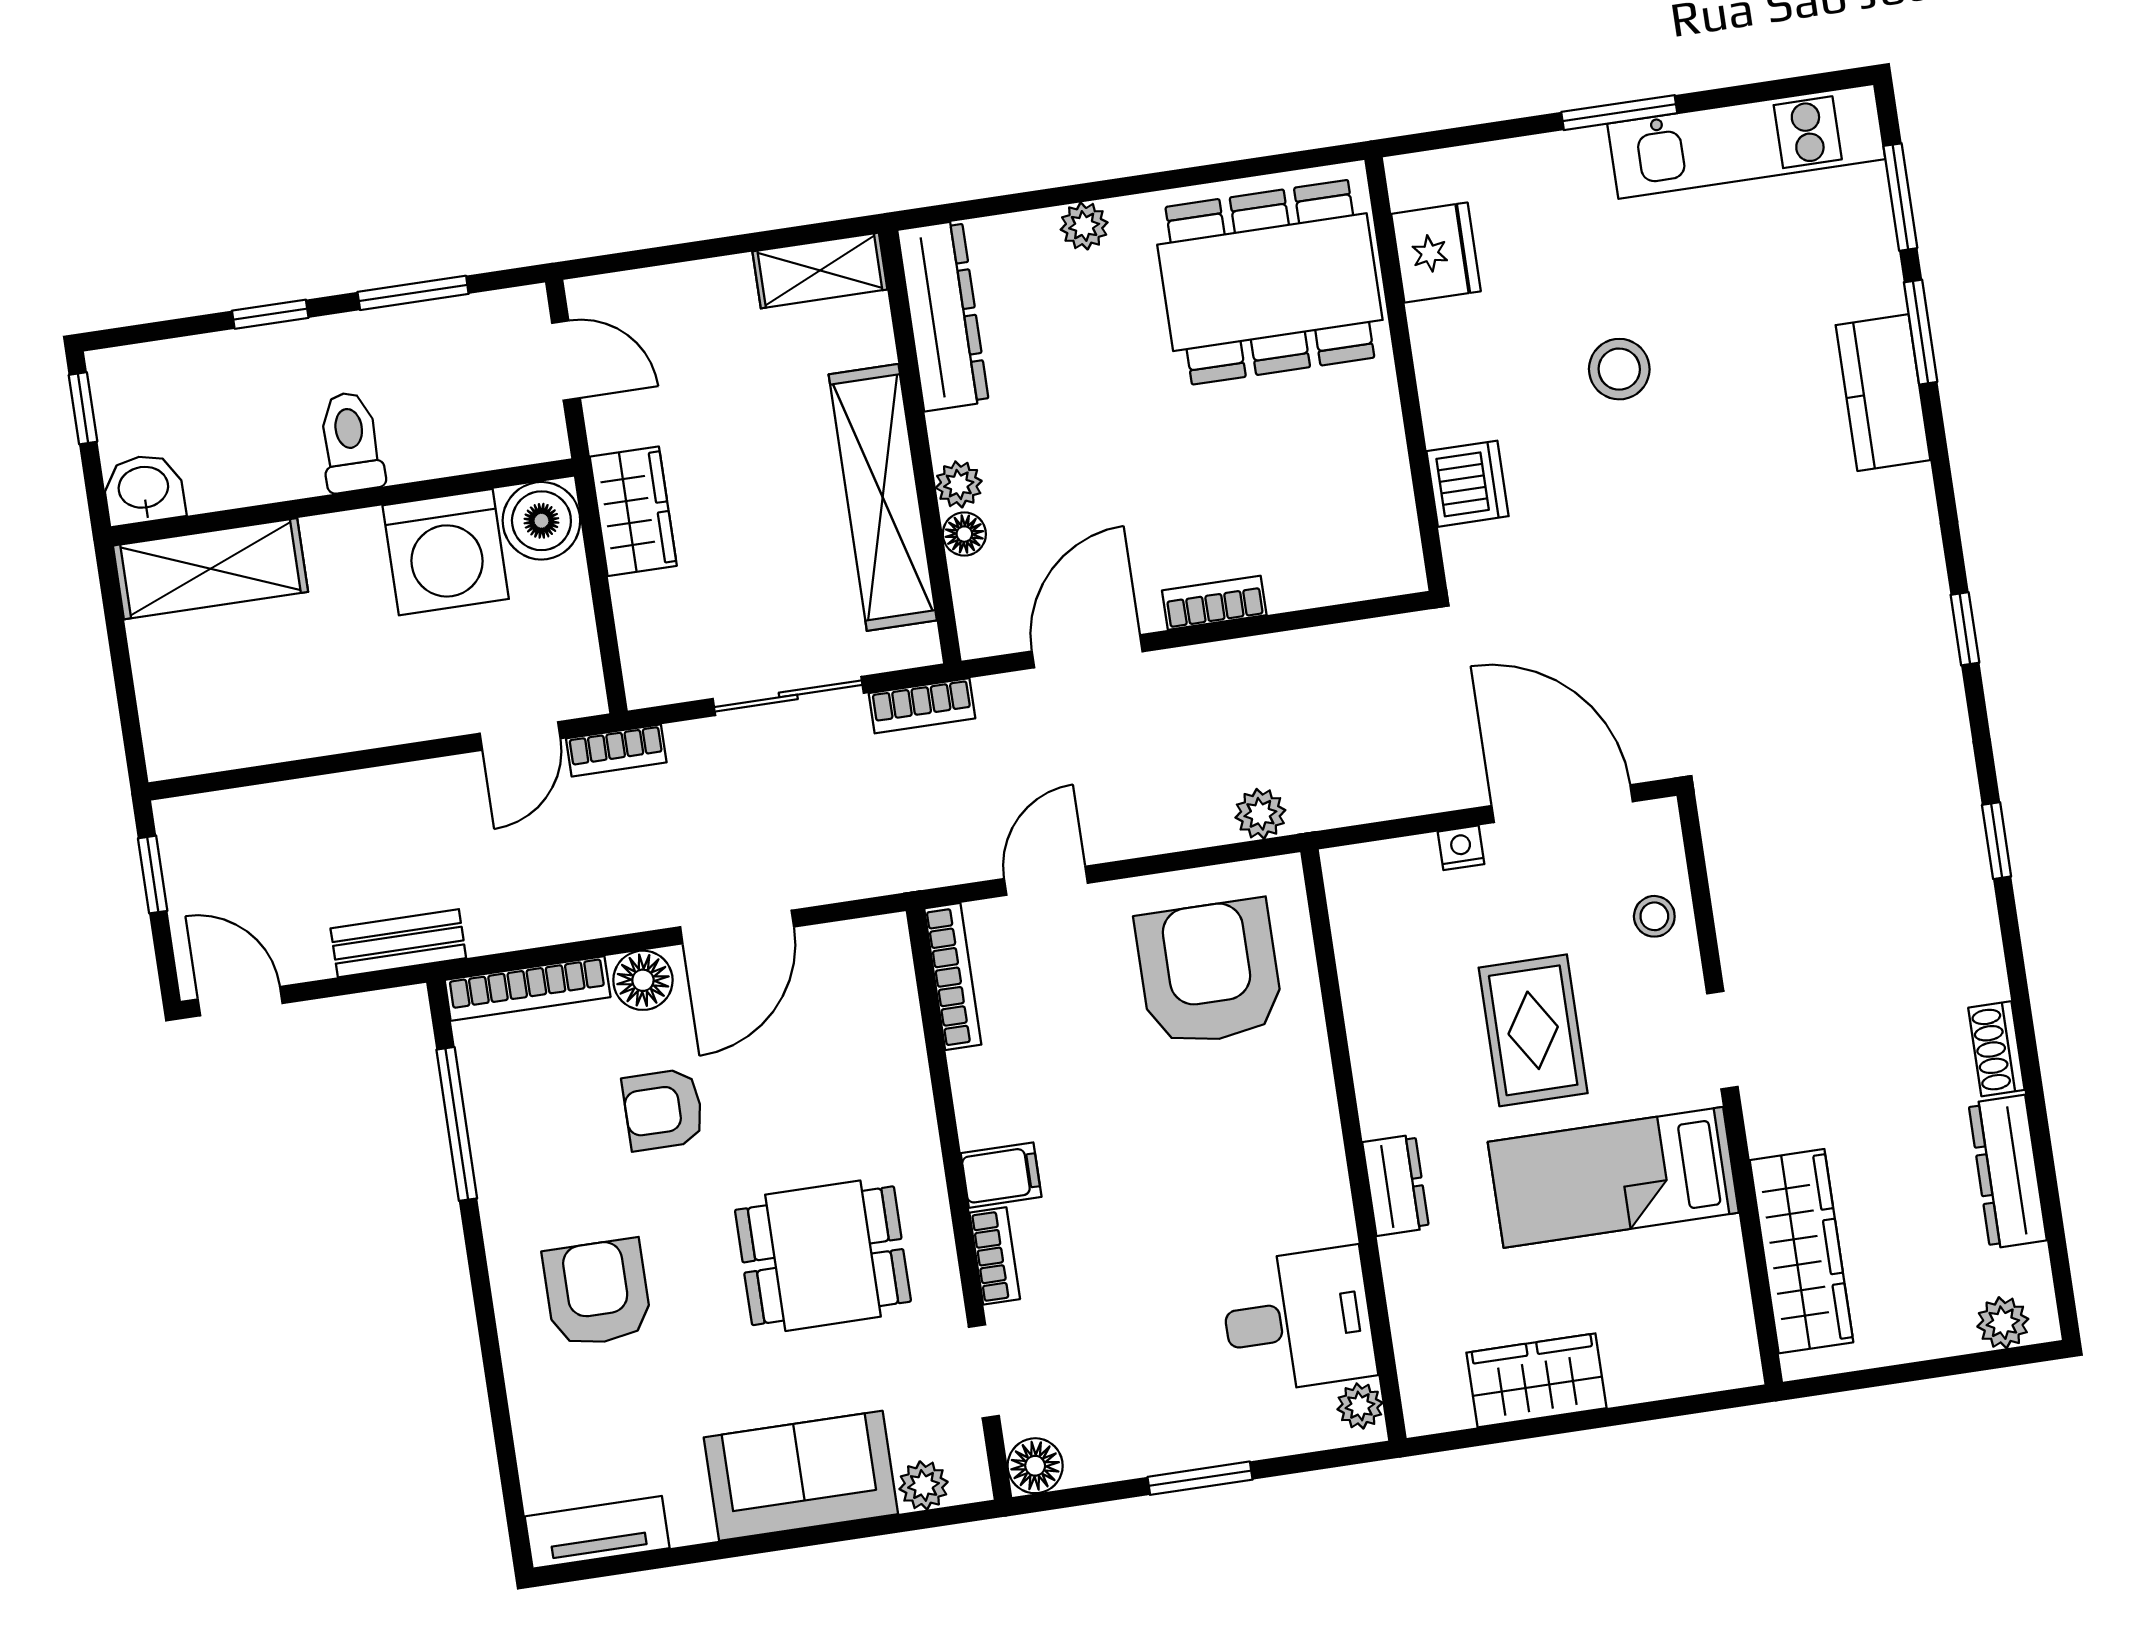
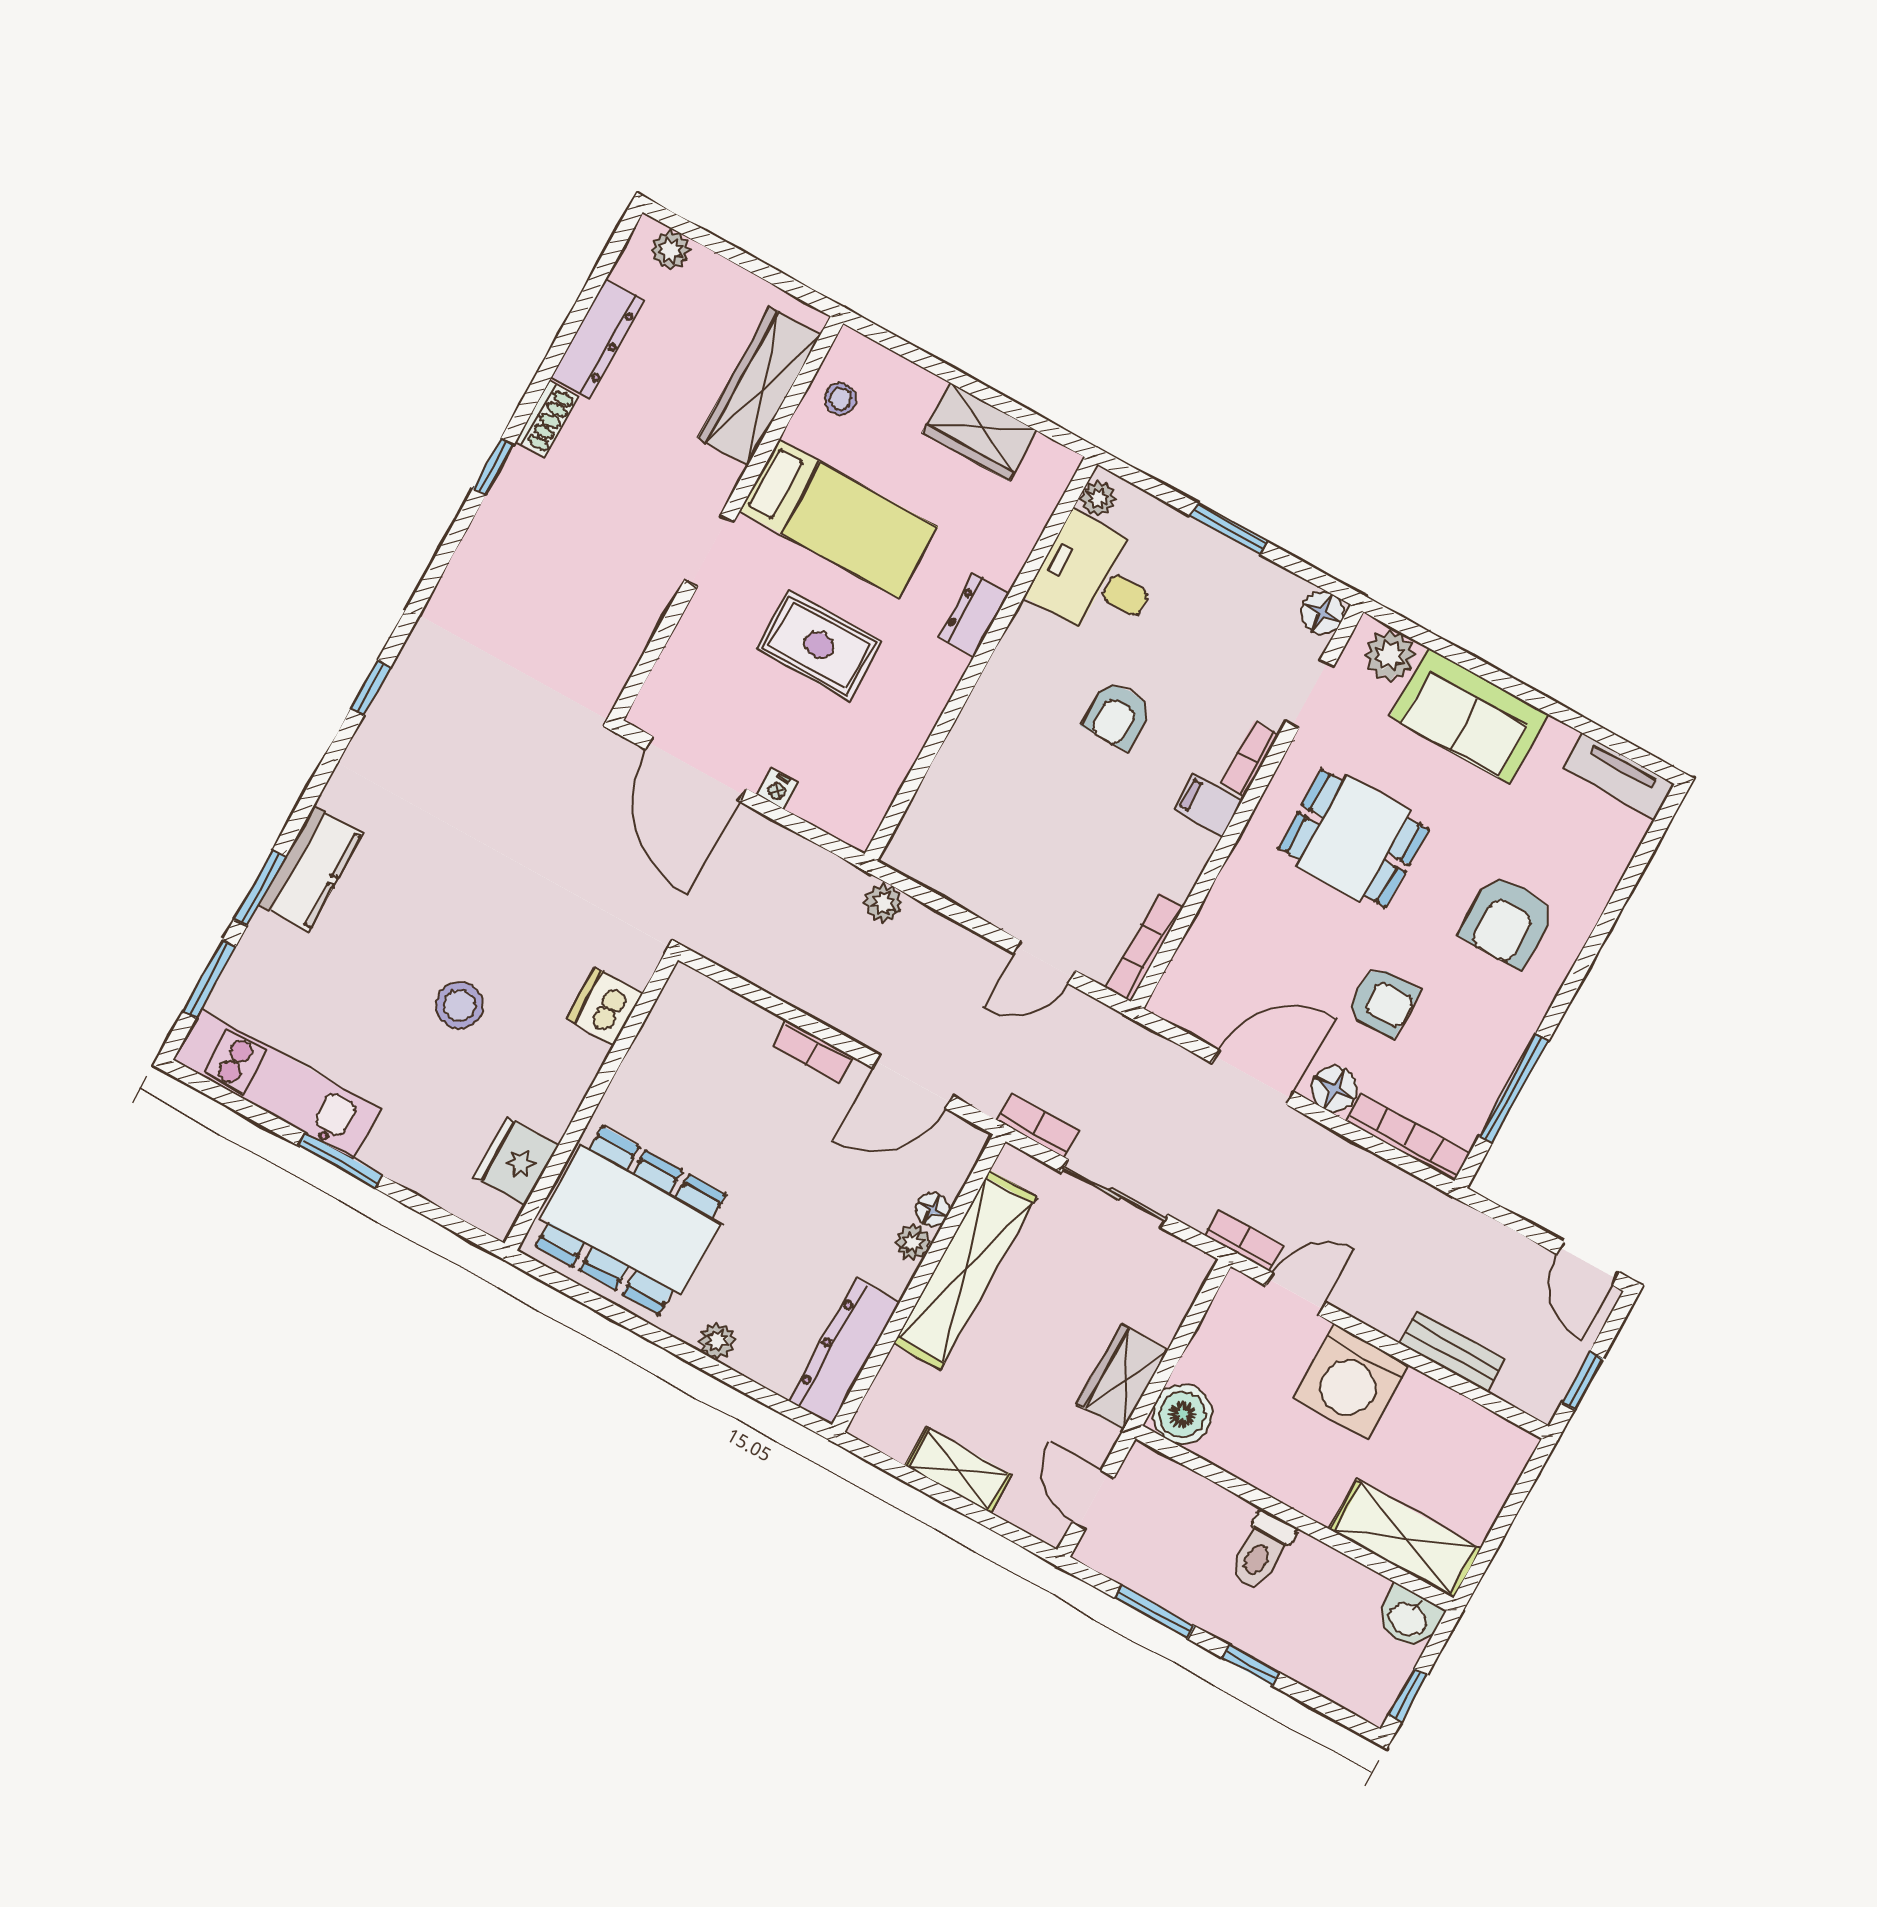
shelving: (820, 270) -> (959, 1470), moved
washing machine: (446, 552) -> (1351, 1381), moved, turned 180
window: (1997, 841) -> (493, 467), moved
stool: (1654, 916) -> (841, 399), moved
bench: (398, 943) -> (1452, 1351), moved
armchair: (1209, 973) -> (1117, 715), moved, width x0.53, depth x0.53
rug: (1533, 1030) -> (819, 645), turned 90
plant: (924, 1485) -> (1390, 655), width x1.38, depth x1.38

